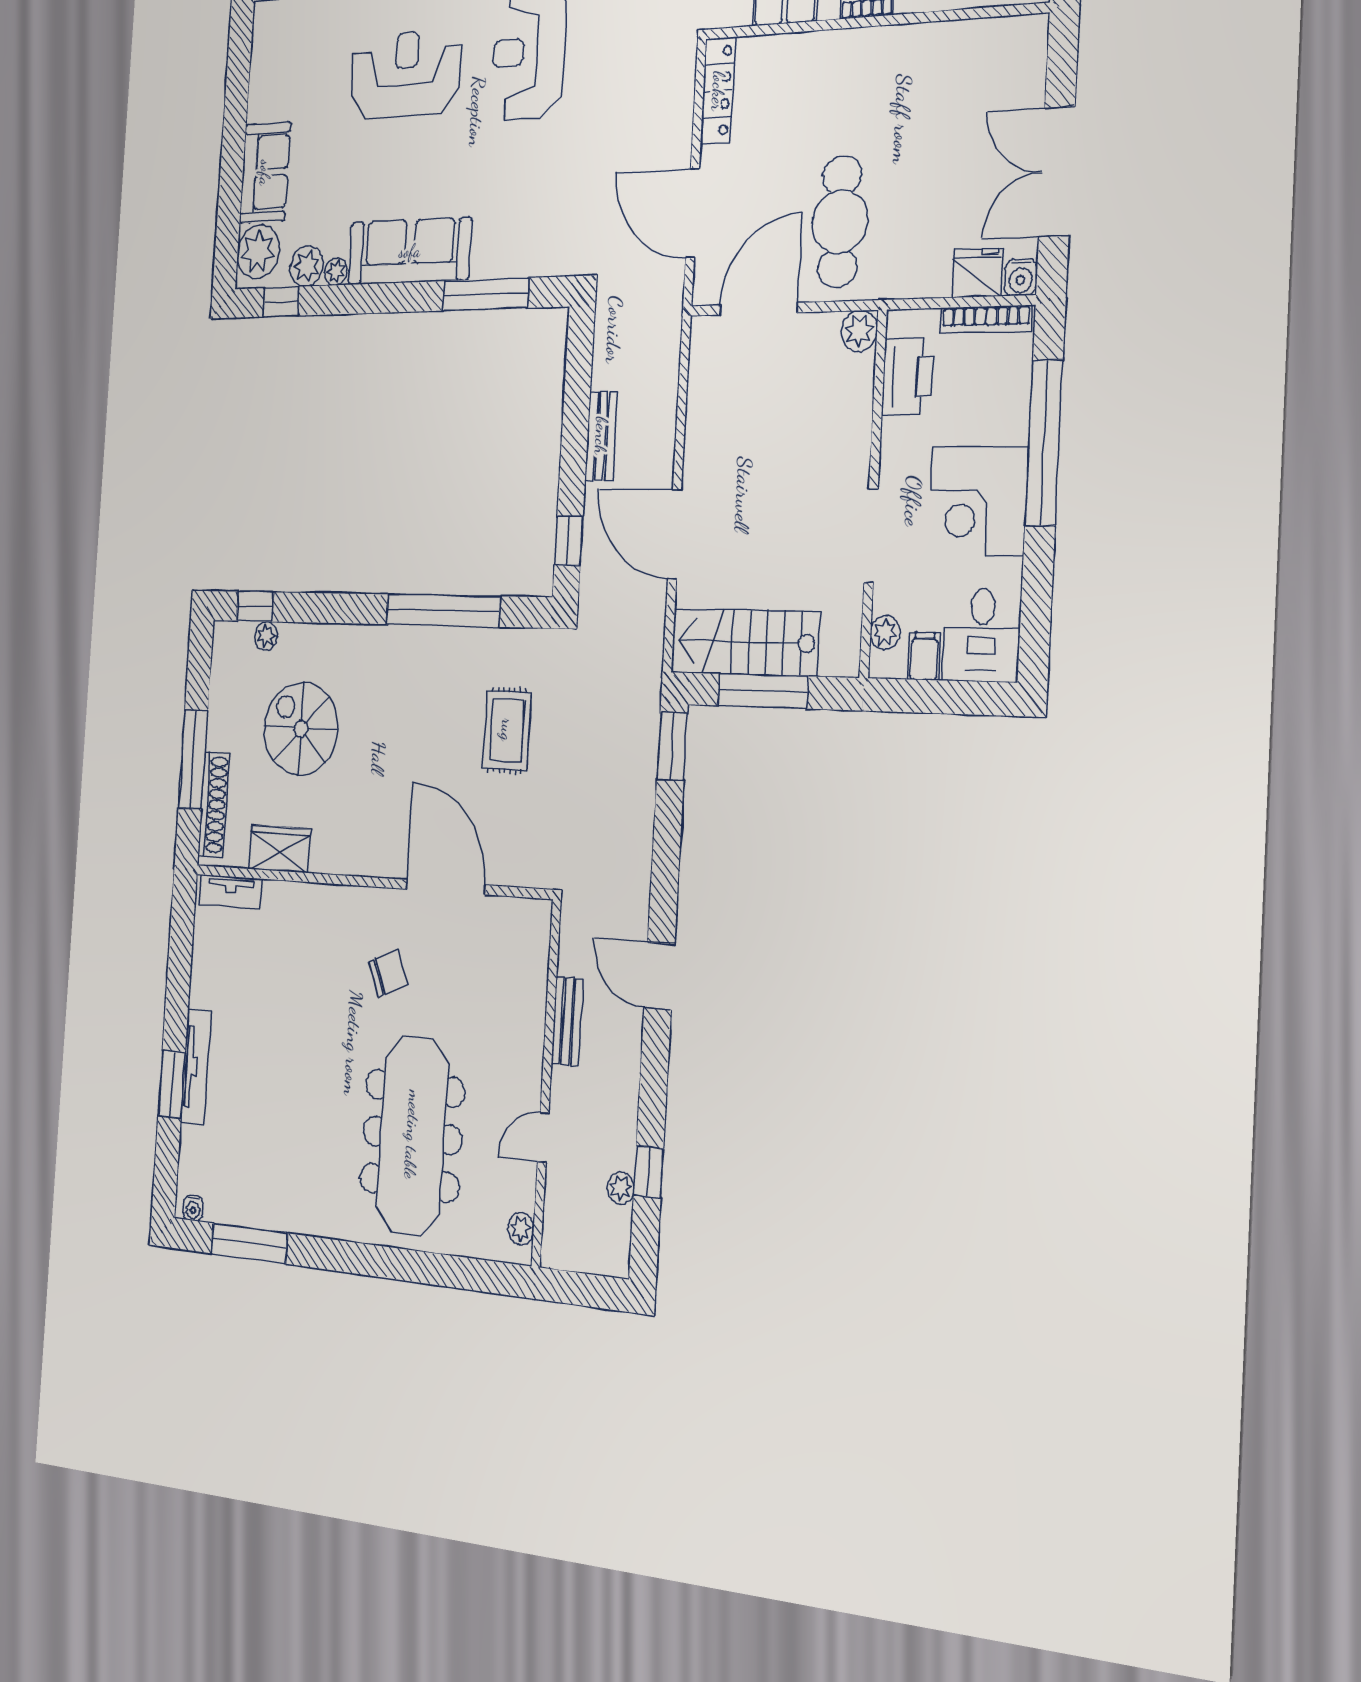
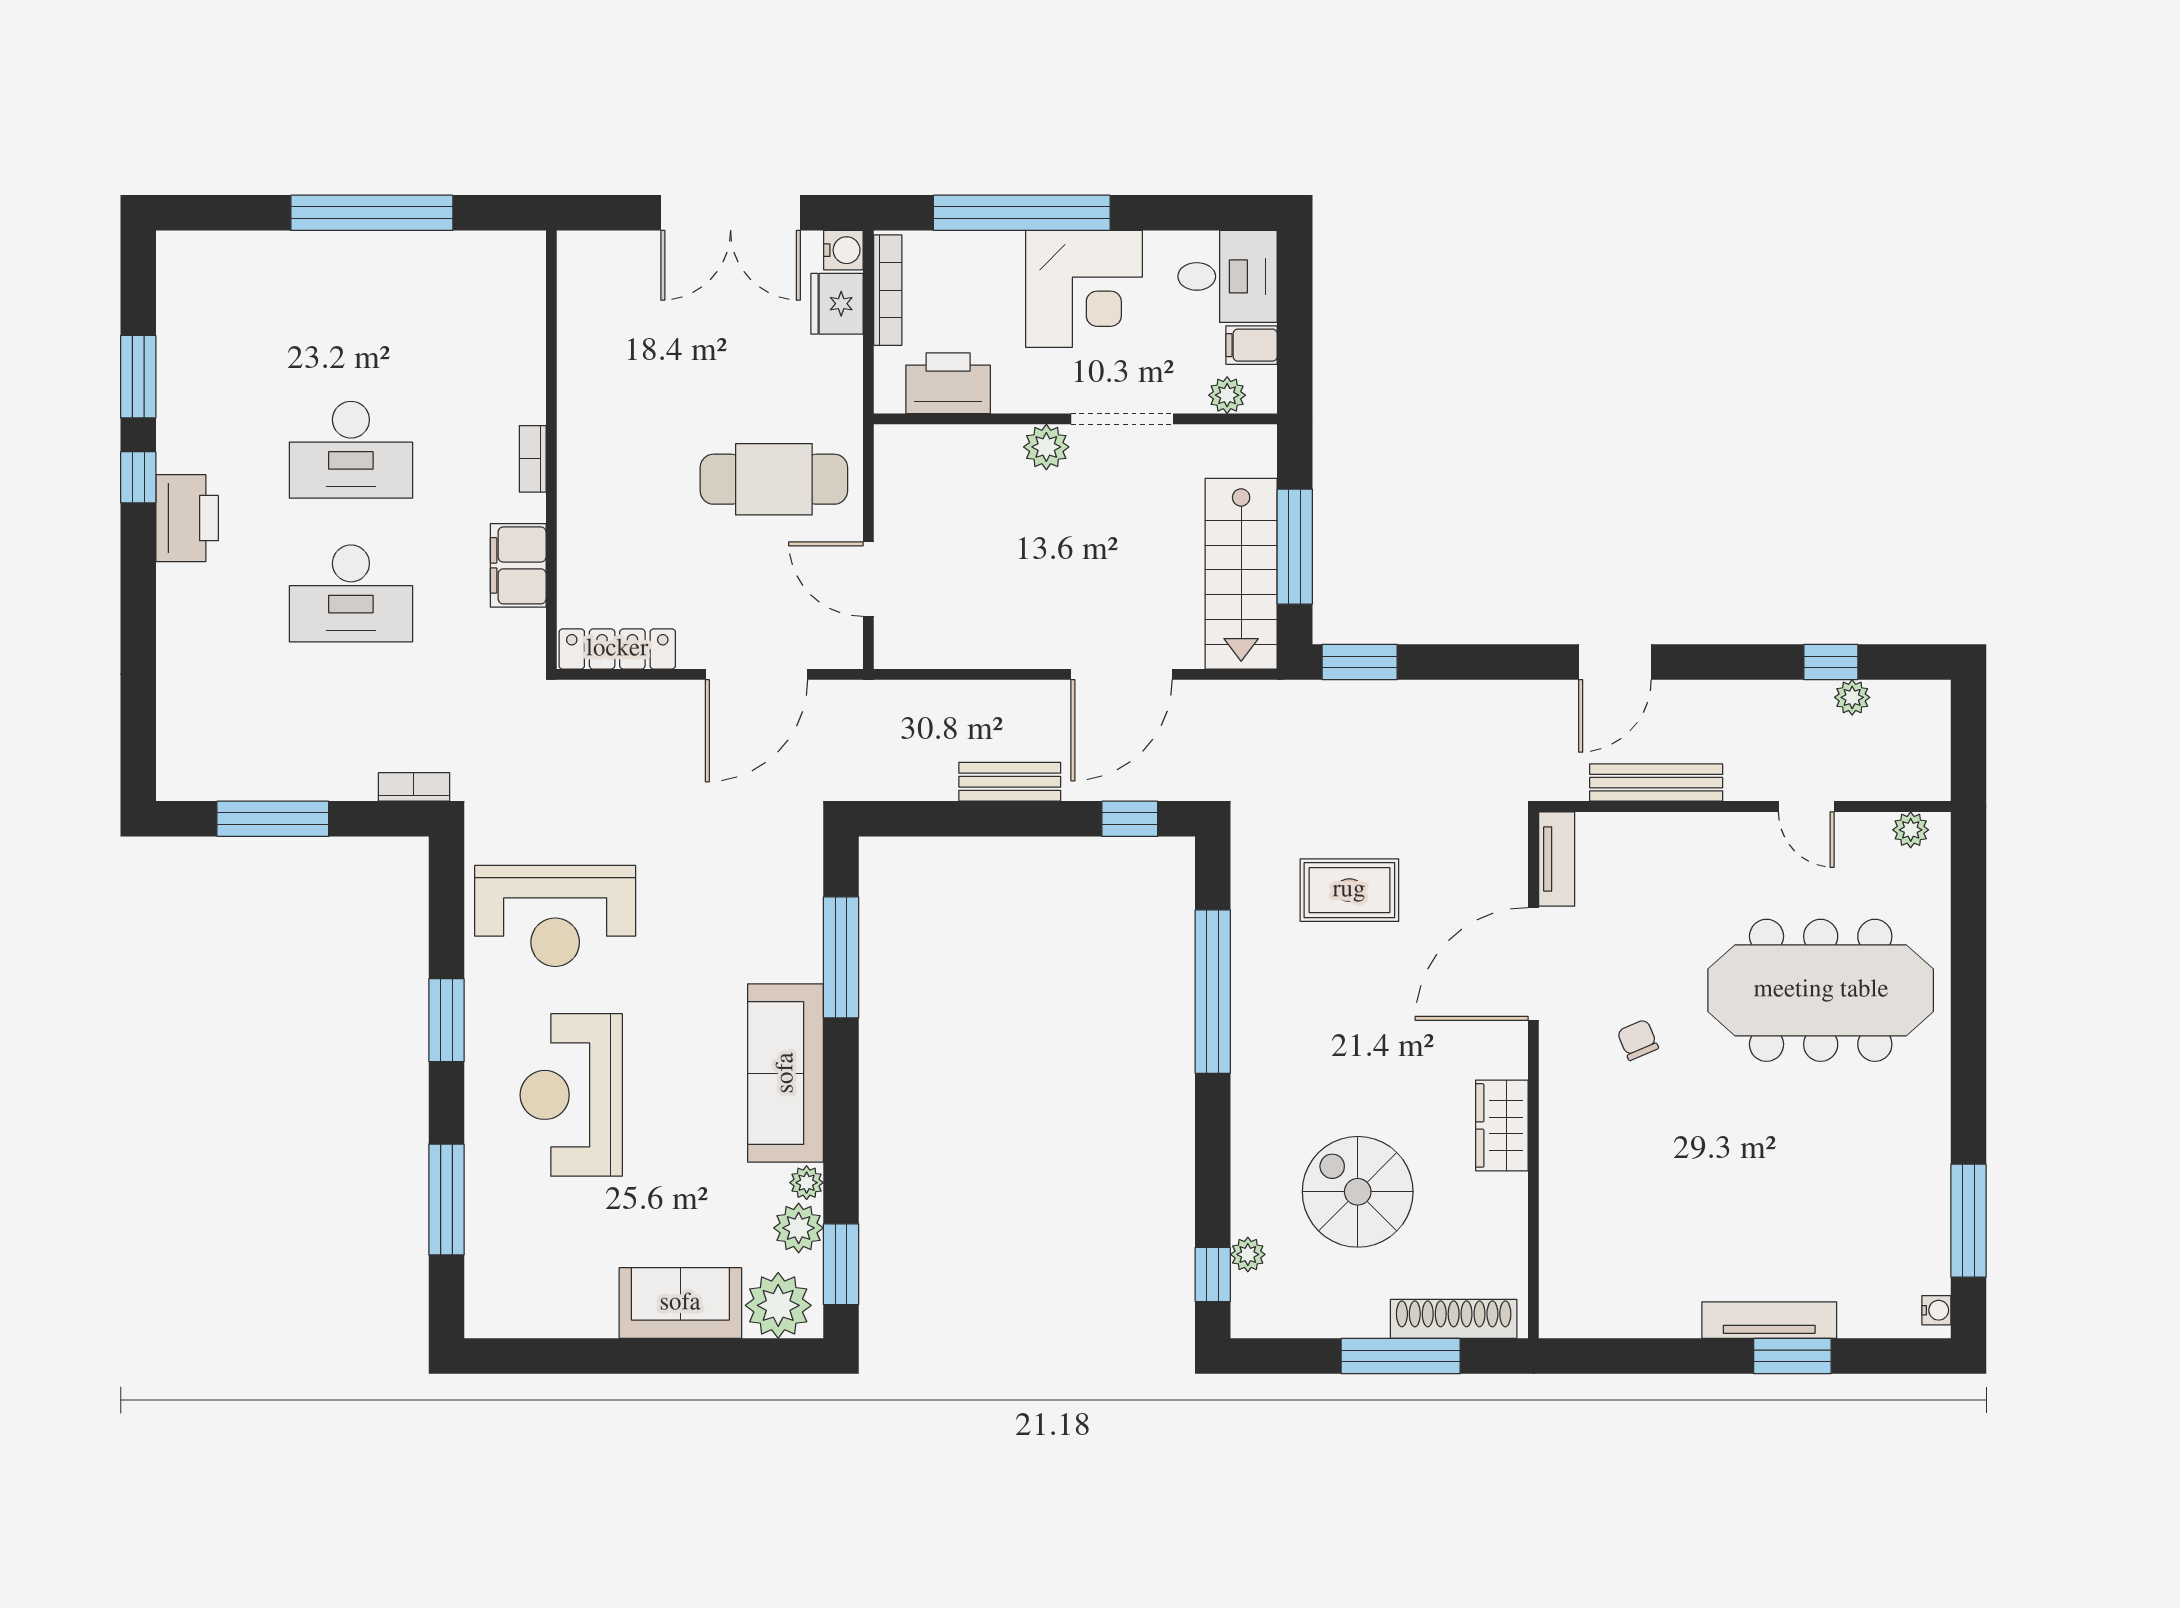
window: (281, 302) -> (841, 1264), width x1.50
door: (758, 309) -> (868, 579), width x0.73
plant: (859, 331) -> (1046, 447), moved
spiral stairs: (301, 729) -> (1358, 1192), turned 90
wardrobe: (280, 849) -> (1502, 1125), moved
tv unit: (231, 892) -> (1557, 859), moved
chair: (388, 973) -> (1638, 1040), width x0.73, depth x0.73
bench: (567, 1021) -> (1656, 783), width x1.36

